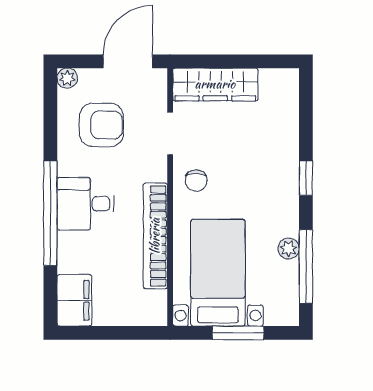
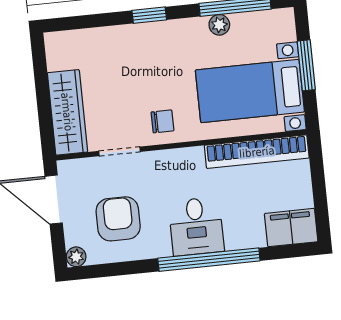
bookcase: (155, 236) -> (257, 152), moved

